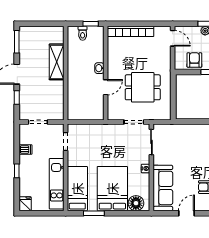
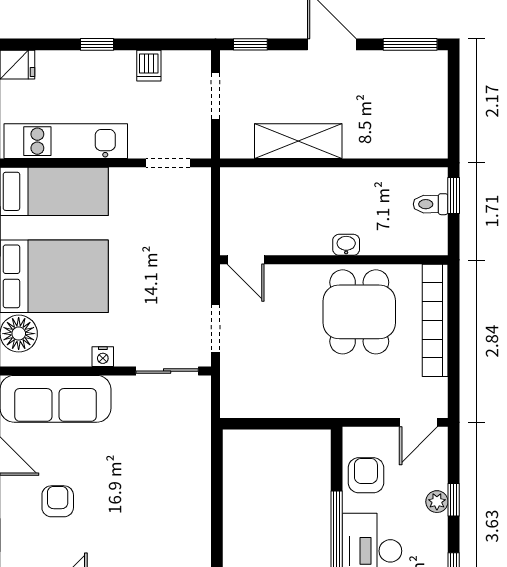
window: (91, 24) -> (454, 195), moved
armchair: (194, 60) -> (366, 475), turned -90
shelving: (57, 62) -> (298, 141), moved
door: (106, 87) -> (246, 260), moved
dining table: (143, 87) -> (359, 312), moved
window: (17, 97) -> (250, 44), moved

